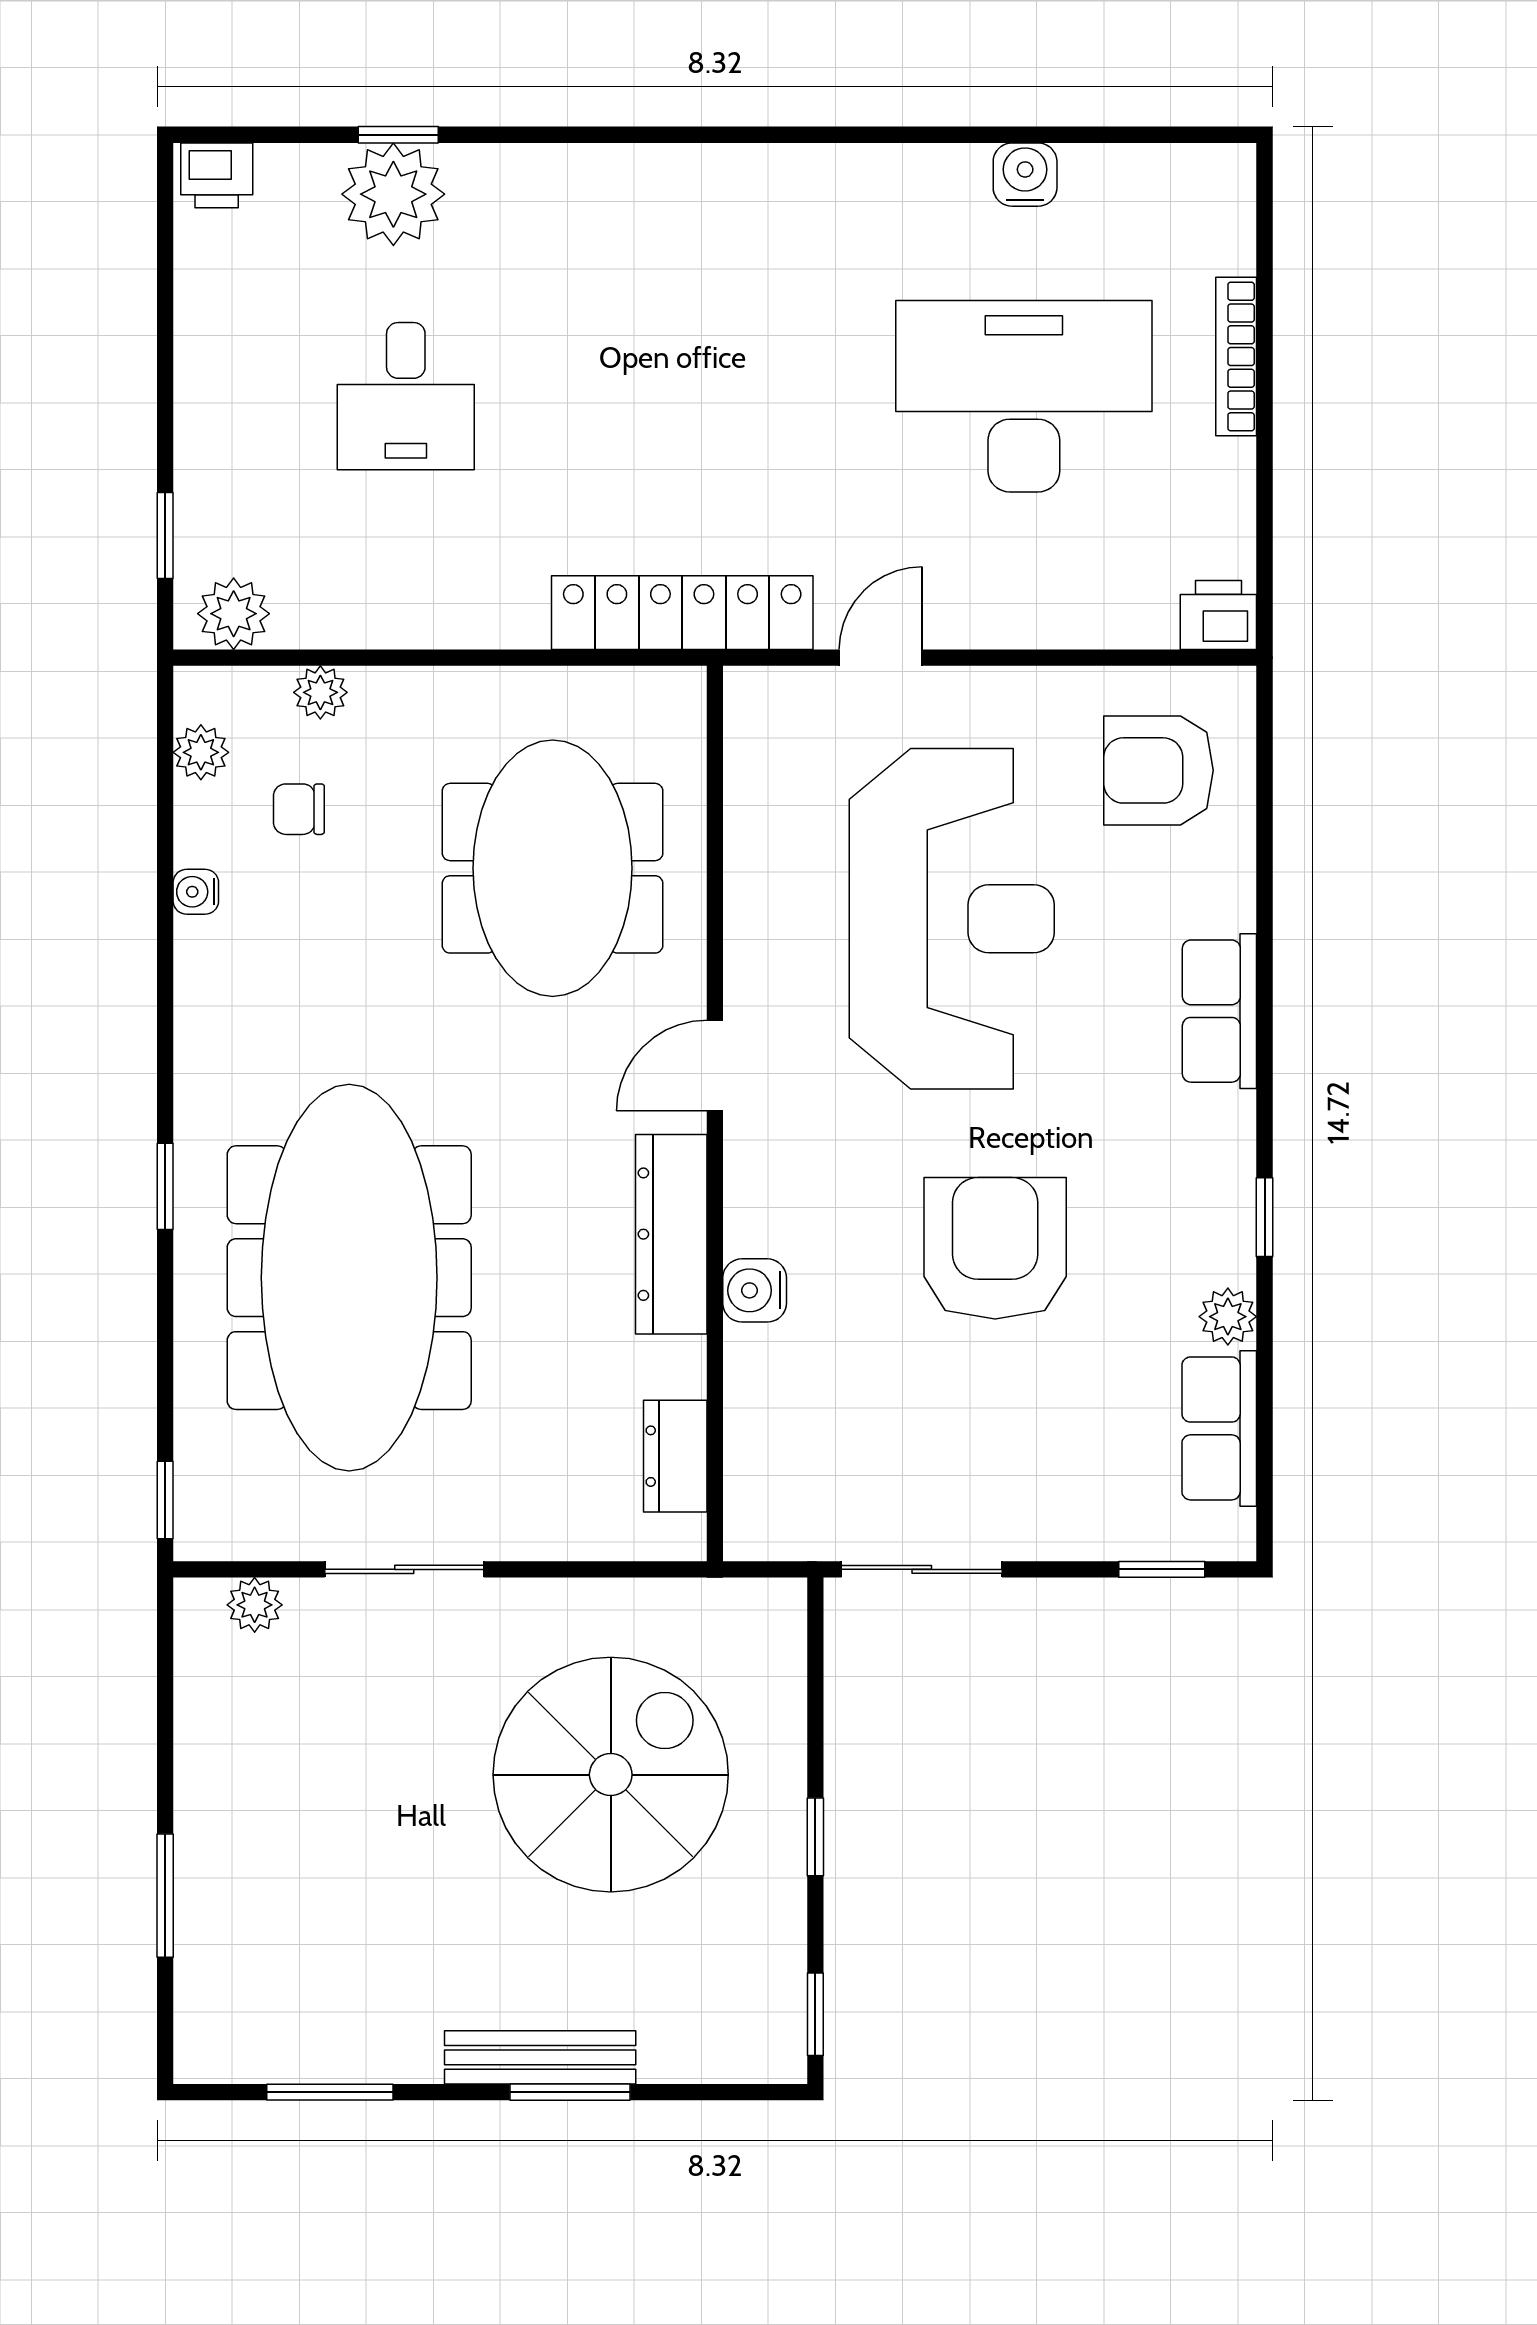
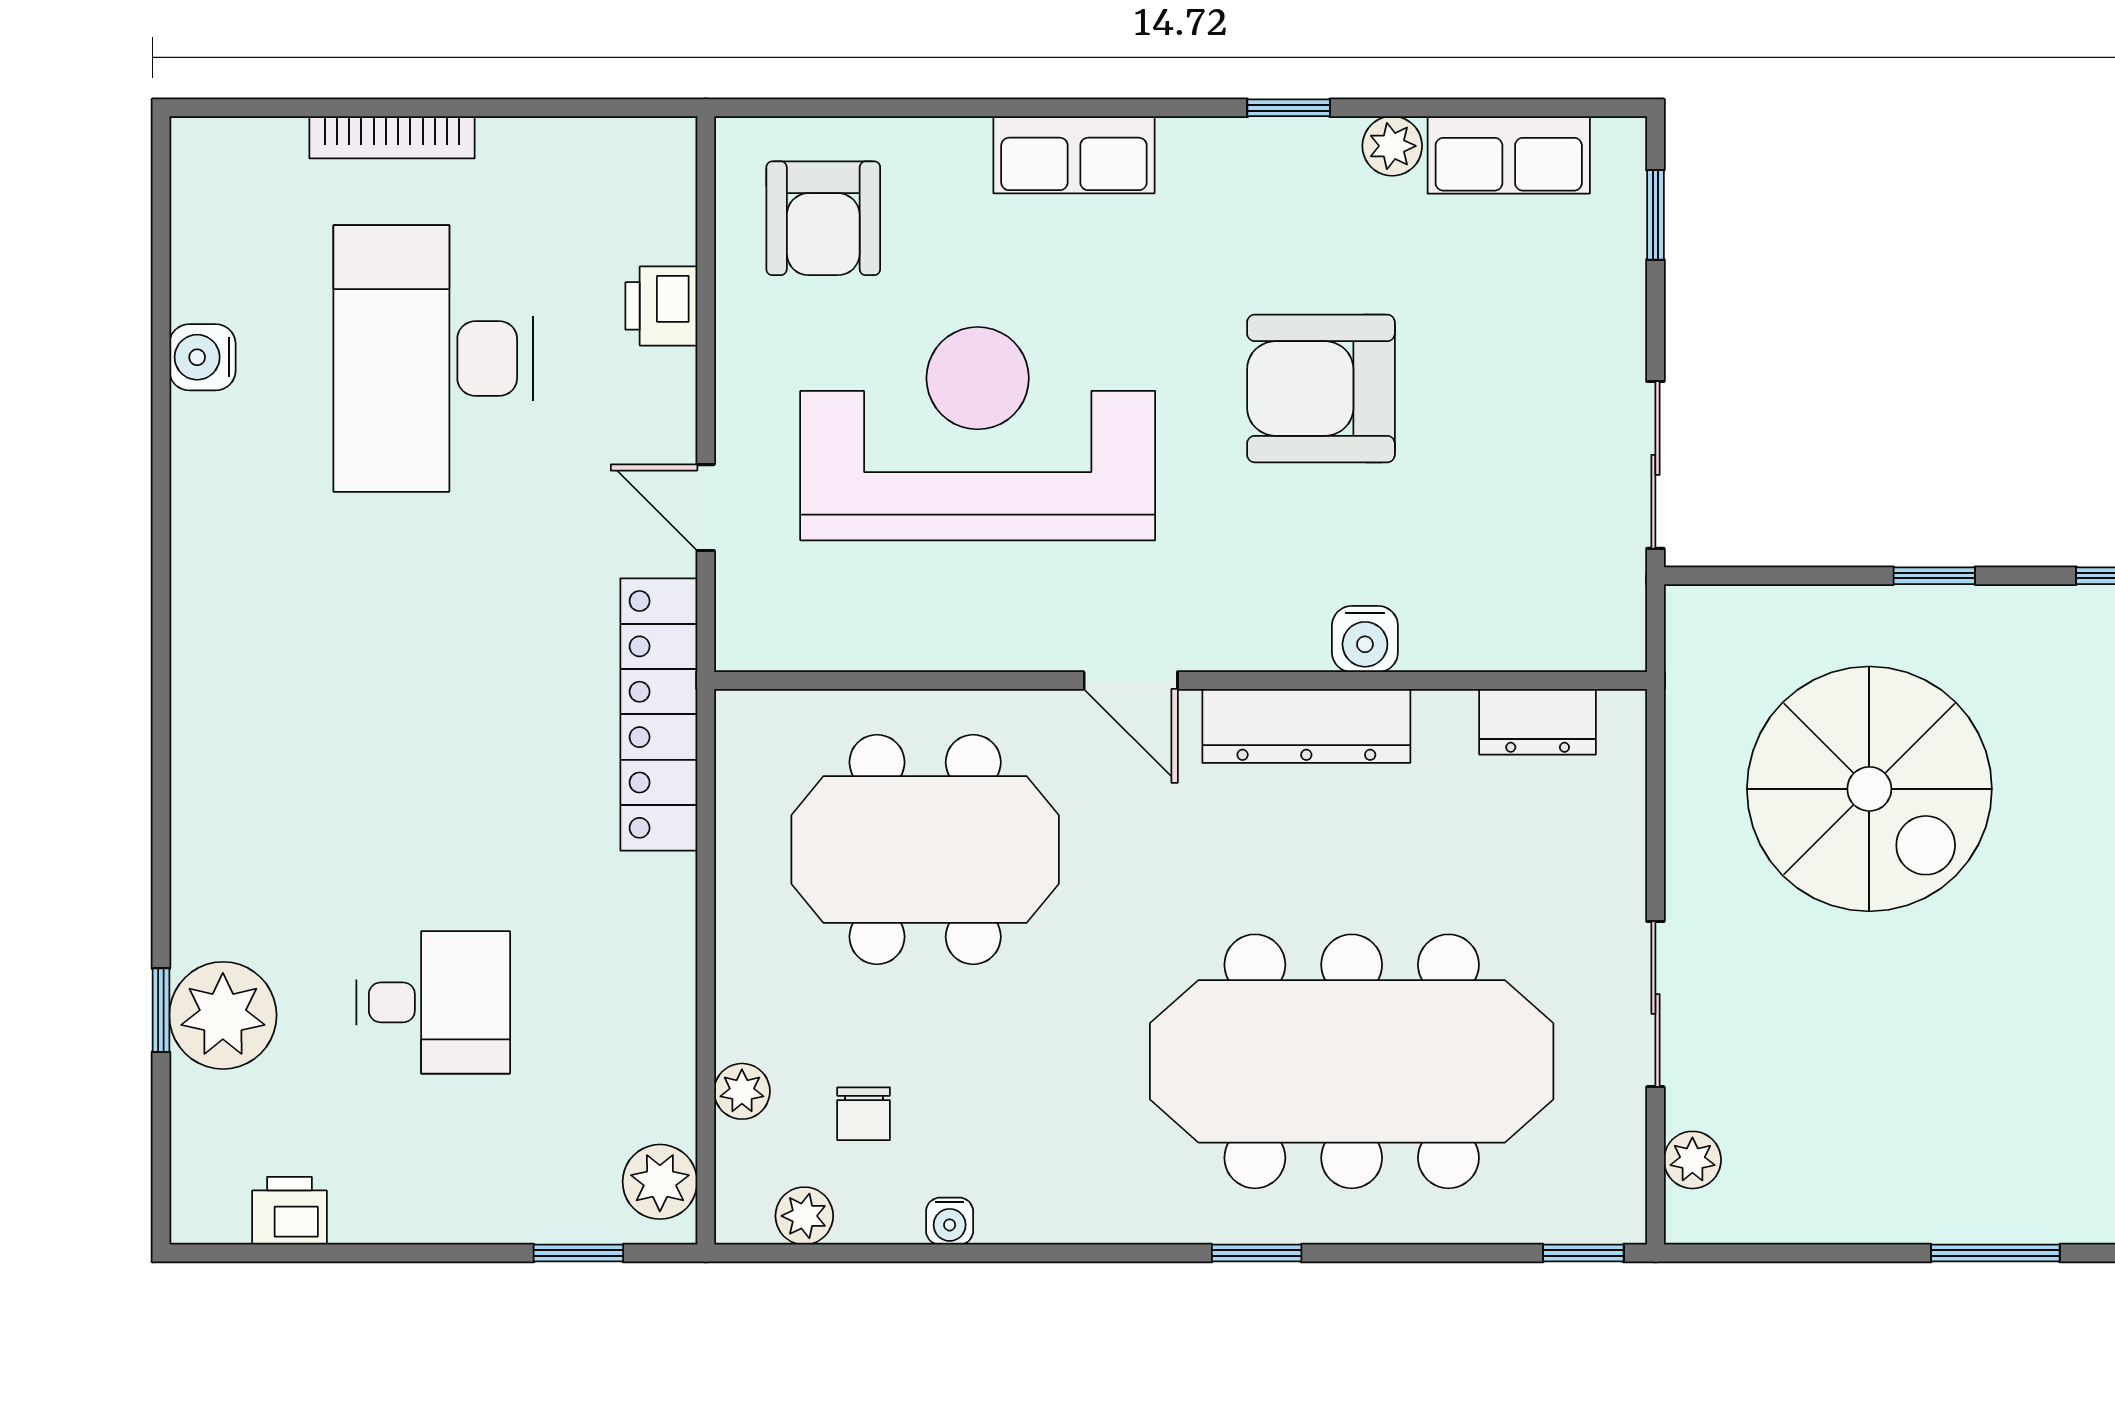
printer: (217, 175) -> (289, 1211), moved, turned -90
printer: (1218, 615) -> (661, 306), moved
spiral stairs: (611, 1775) -> (1869, 789), turned 180

